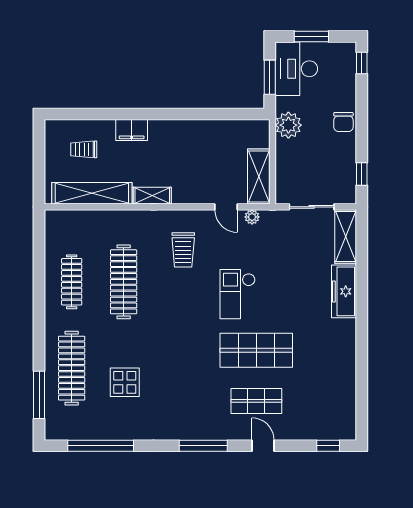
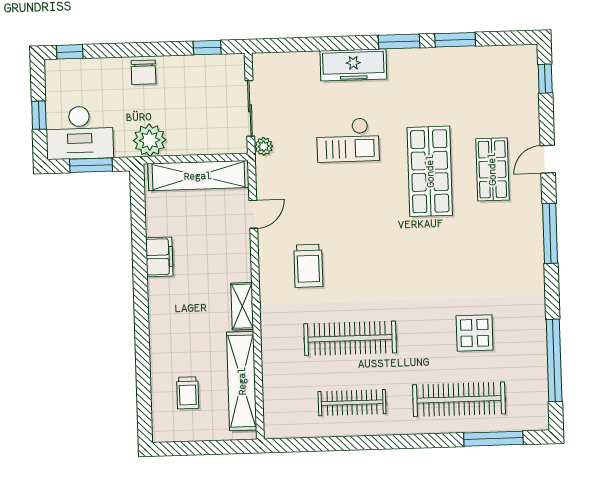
window: (311, 36) -> (39, 115), width x0.67
chair: (343, 122) -> (144, 72), turned 90
filing cabinet: (132, 130) -> (159, 257), moved
shelving: (259, 177) -> (198, 176), width x1.47
plant: (252, 217) -> (264, 146), moved
shelving: (346, 236) -> (285, 65), removed
trolley: (183, 250) -> (308, 266), turned 90
checkout: (237, 294) -> (348, 140), moved
window: (362, 329) -> (399, 42), added
window: (362, 374) -> (455, 40), added

